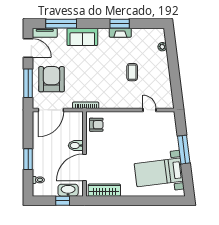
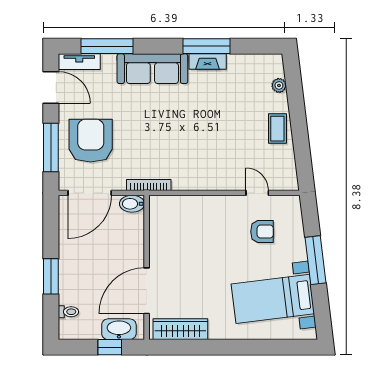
window: (120, 24) -> (207, 46), width x1.44
sofa: (82, 37) -> (152, 69), width x1.36
coffee table: (132, 72) -> (277, 129), moved
armchair: (96, 125) -> (262, 232), moved
bidet: (76, 146) -> (132, 204), moved

